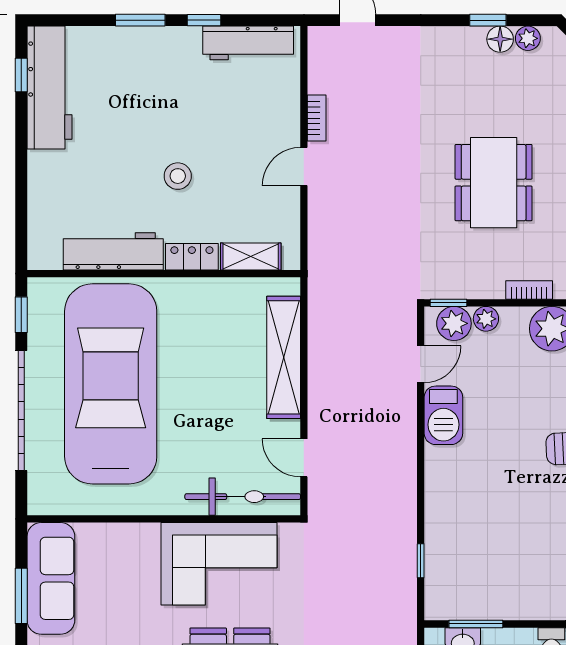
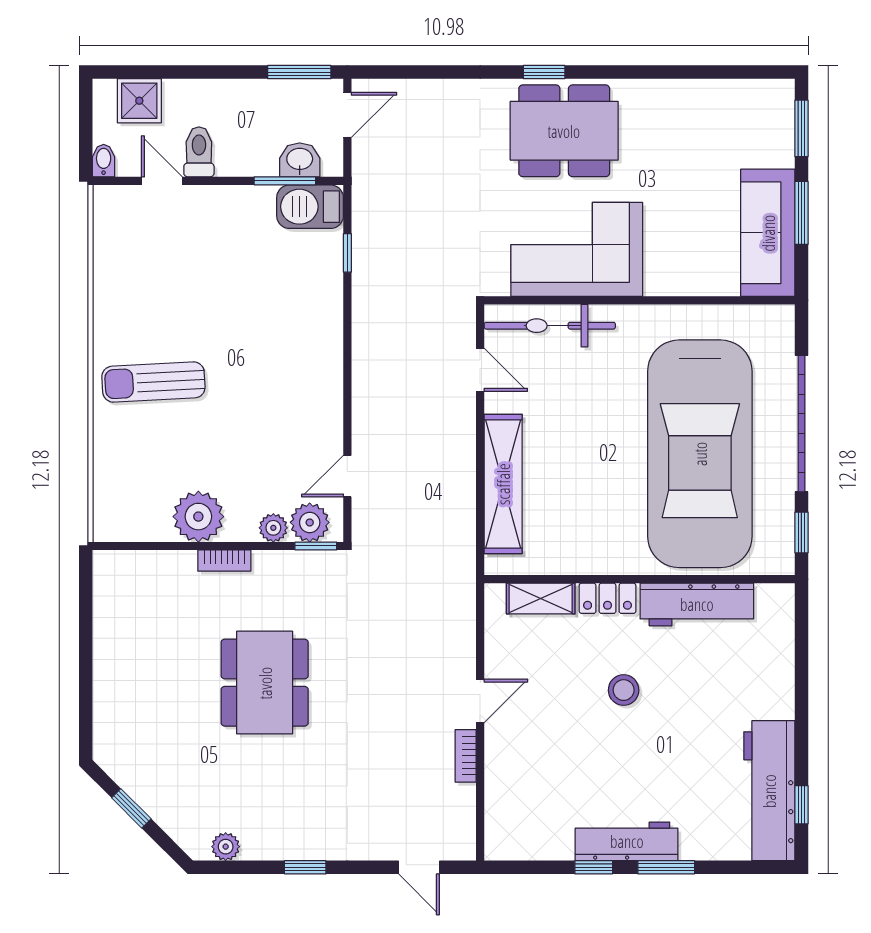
window: (488, 20) -> (305, 867), moved
floor lamp: (500, 39) -> (257, 846), removed
workbench: (248, 43) -> (627, 841), moved
barbecue: (443, 415) -> (310, 207), moved, turned -90

